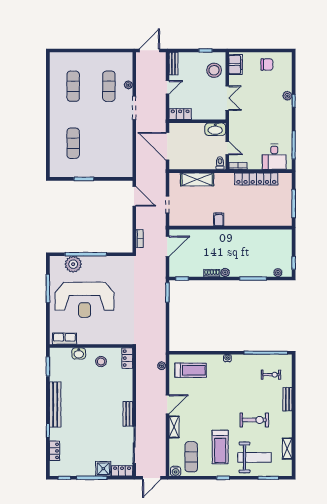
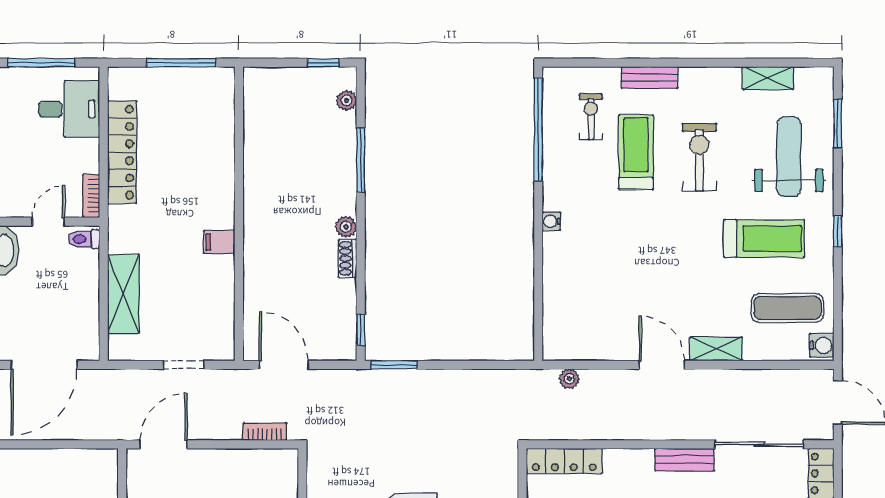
locker: (127, 358) -> (564, 461), width x1.53
treadmill: (191, 370) -> (636, 152), moved

